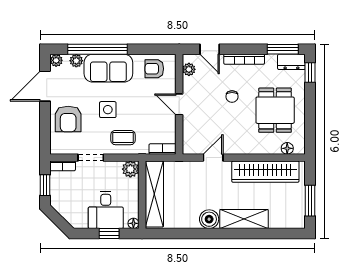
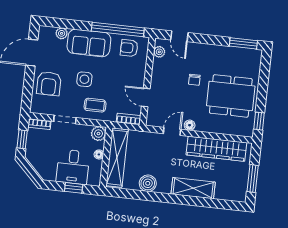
window: (98, 49) -> (118, 29), moved
bookcase: (244, 59) -> (209, 48), removed
plant: (56, 60) -> (44, 31), removed
dresser: (291, 62) -> (250, 55), removed
window: (310, 73) -> (259, 121), moved
door: (179, 104) -> (146, 97), moved
dining table: (275, 110) -> (231, 96), width x1.38
floor lamp: (287, 148) -> (190, 125), moved
boiler: (209, 219) -> (148, 183), moved
floor lamp: (133, 223) -> (99, 154), moved

